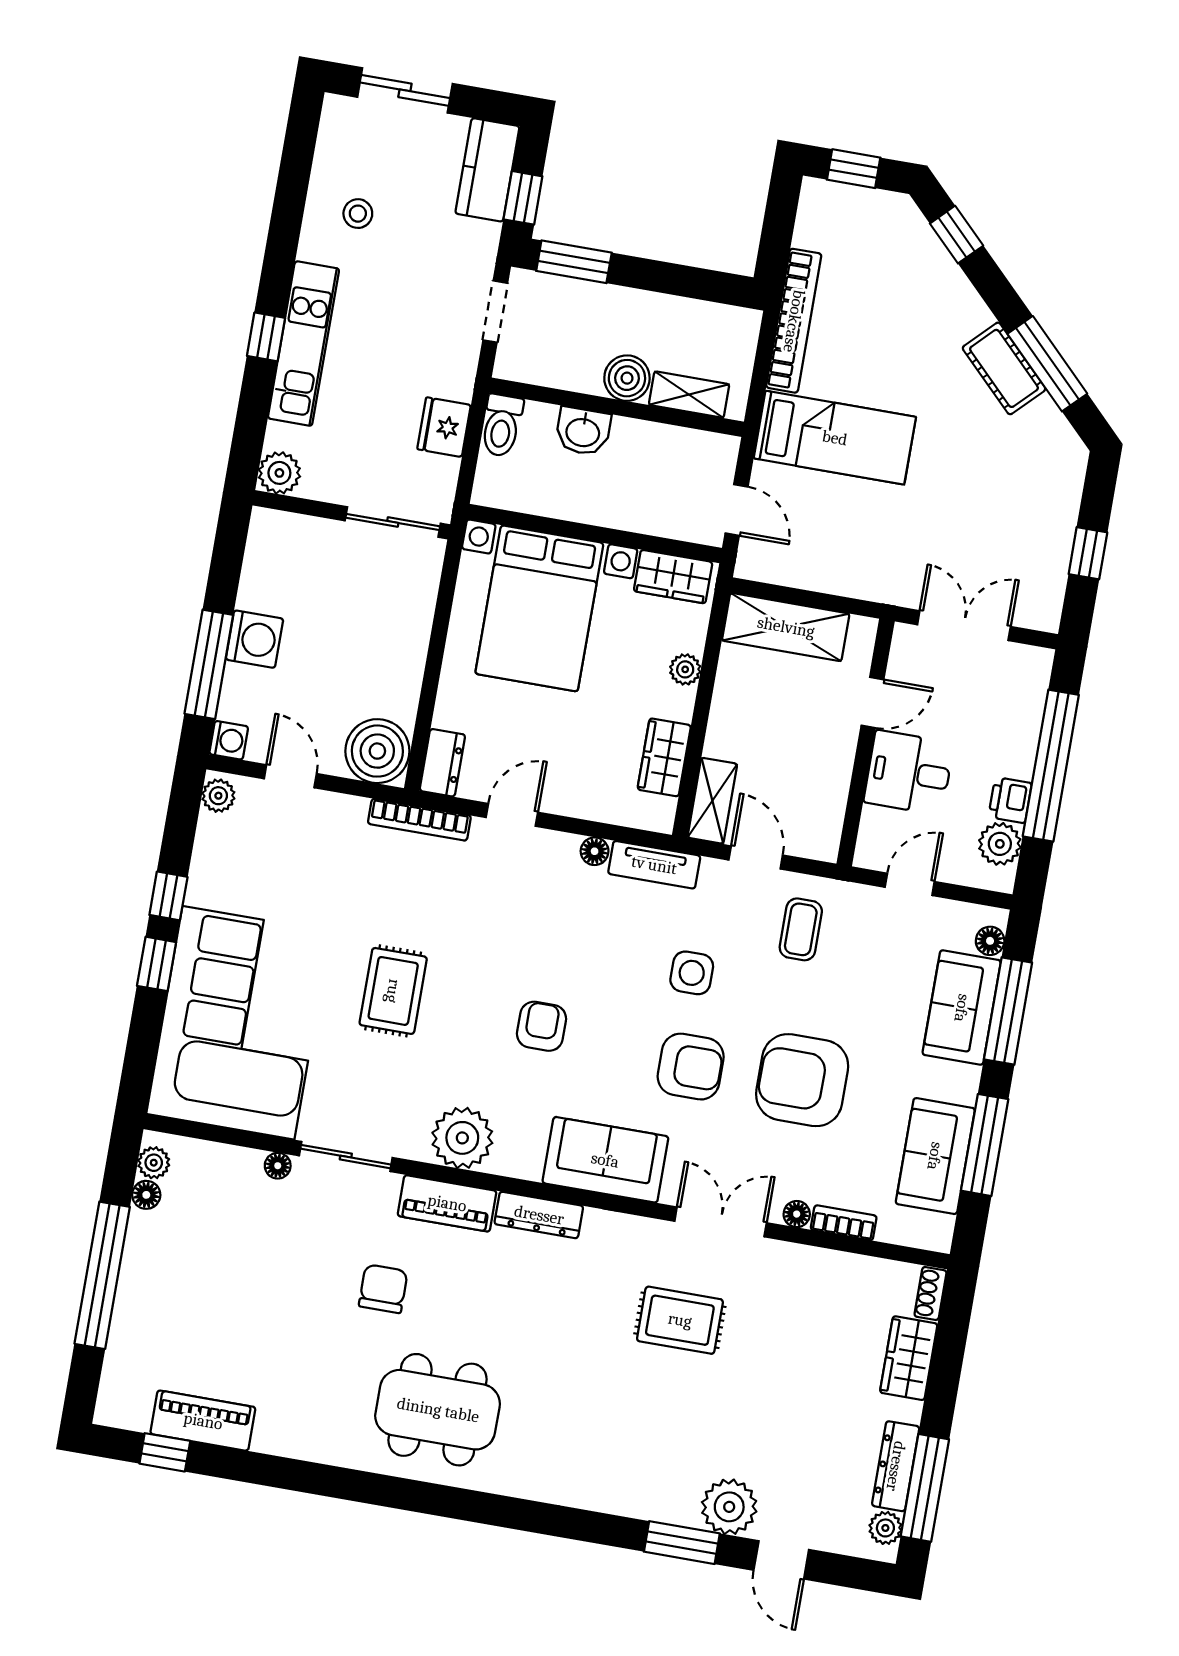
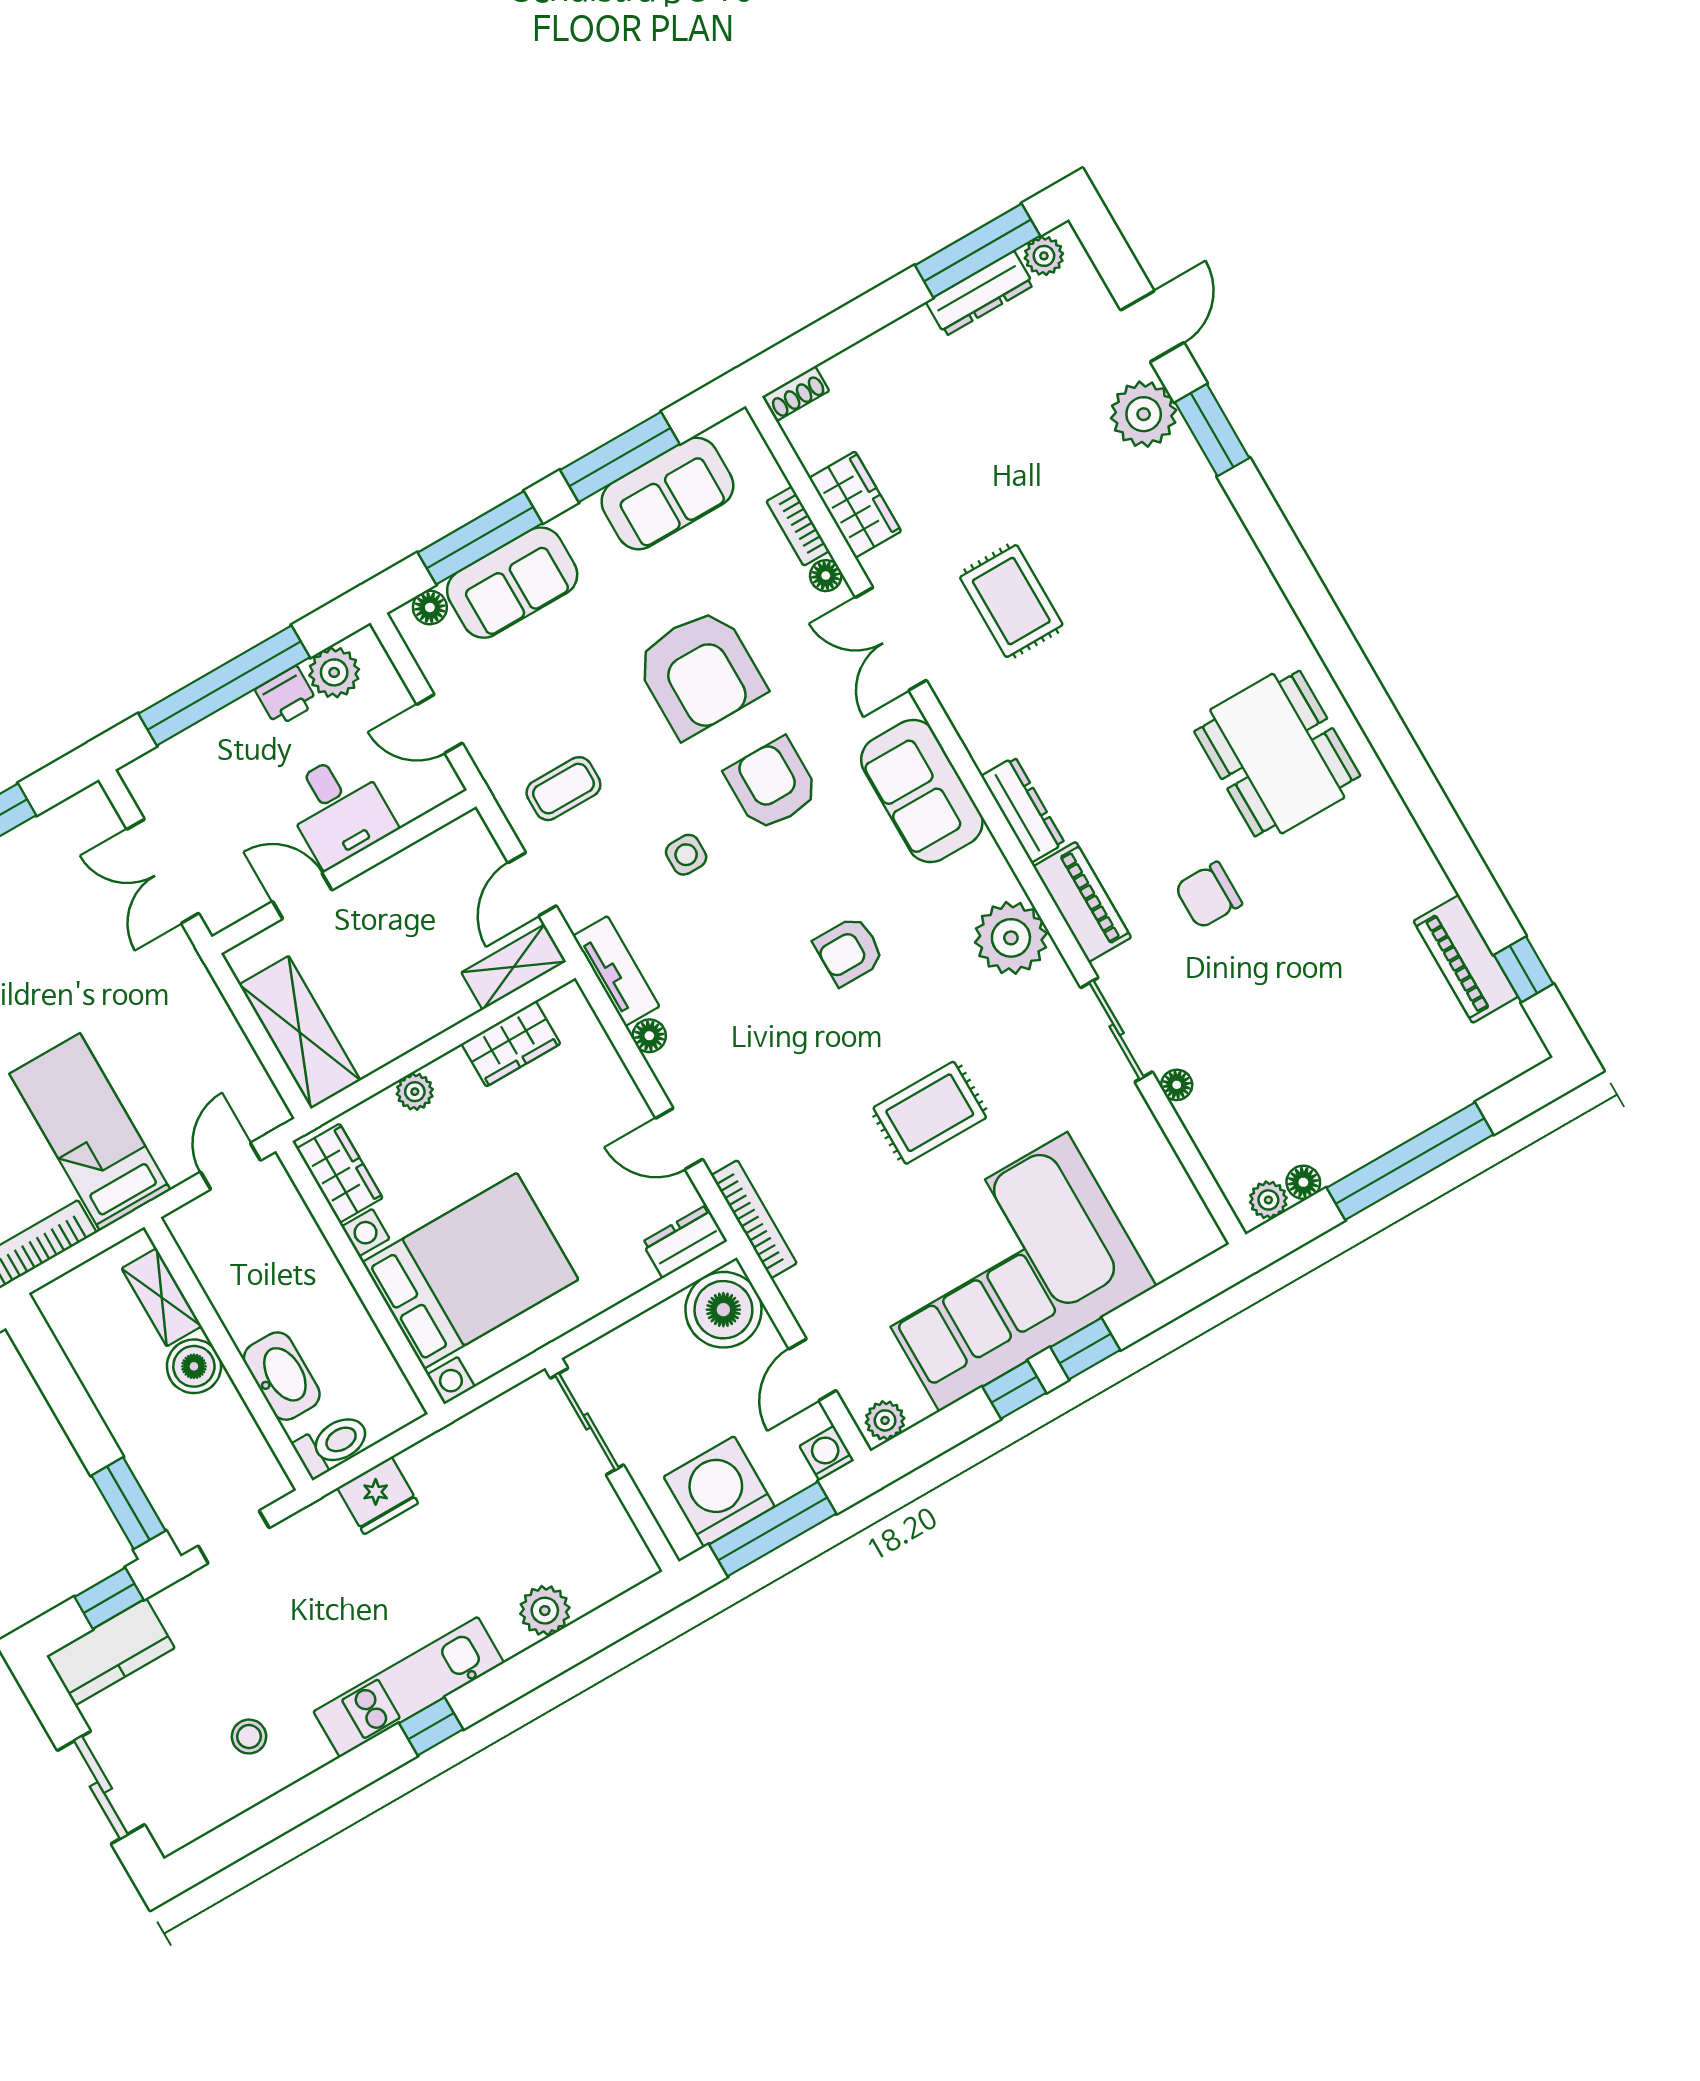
washbasin: (583, 431) -> (282, 1376), width x1.38
wall: (351, 515) -> (612, 1465), moved
sliding door: (393, 522) -> (587, 1422), moved
washing machine: (255, 639) -> (719, 1492), width x1.37, depth x1.37
side table: (692, 973) -> (686, 855), width x0.73, depth x0.73
corner sofa: (238, 1023) -> (1003, 1272), moved
wardrobe: (909, 1358) -> (855, 505), moved, turned -90

